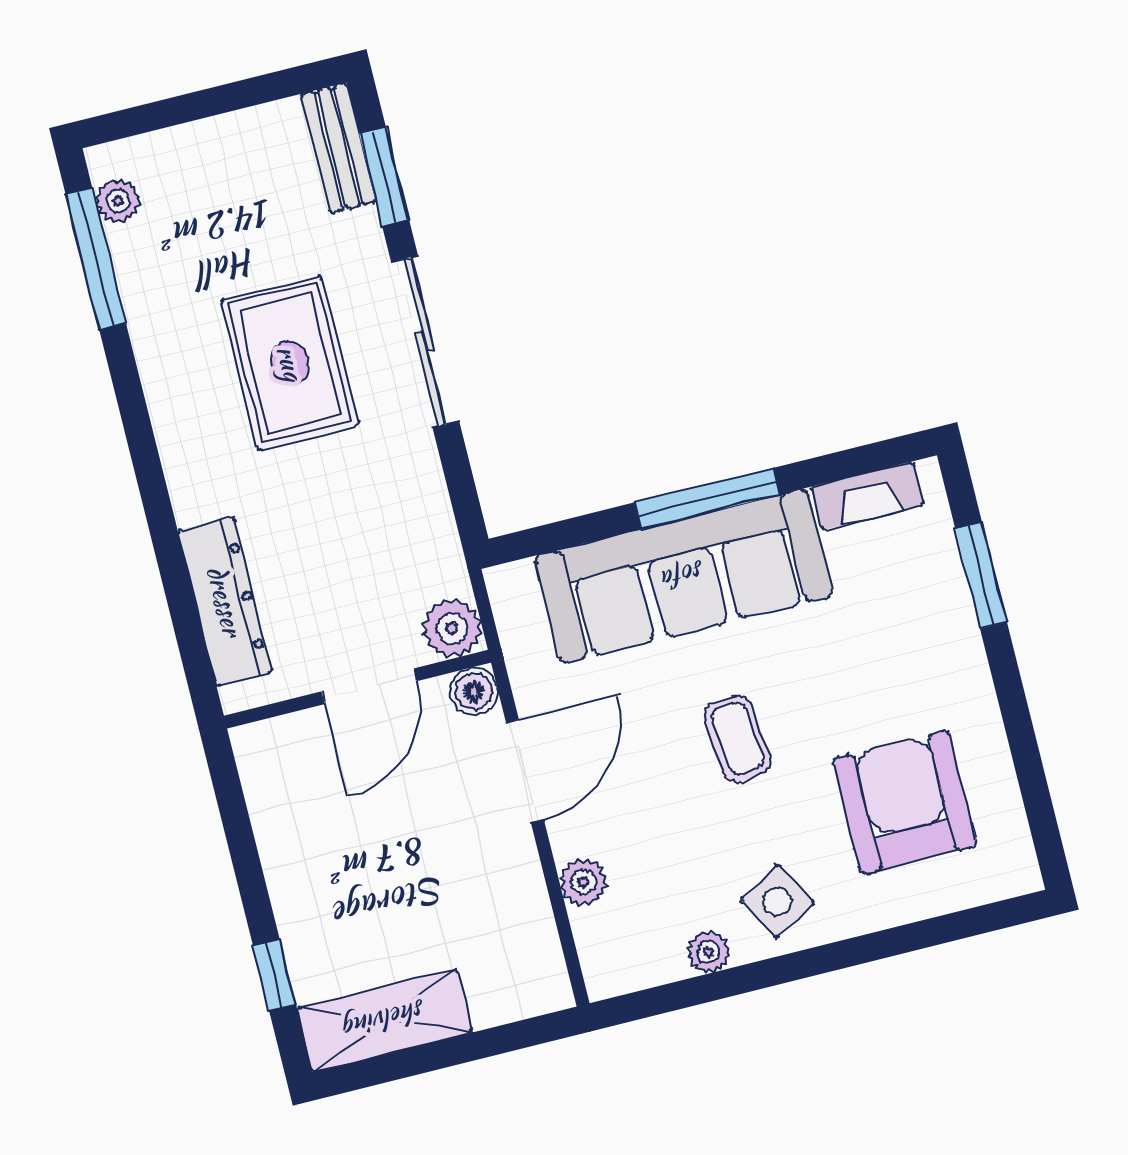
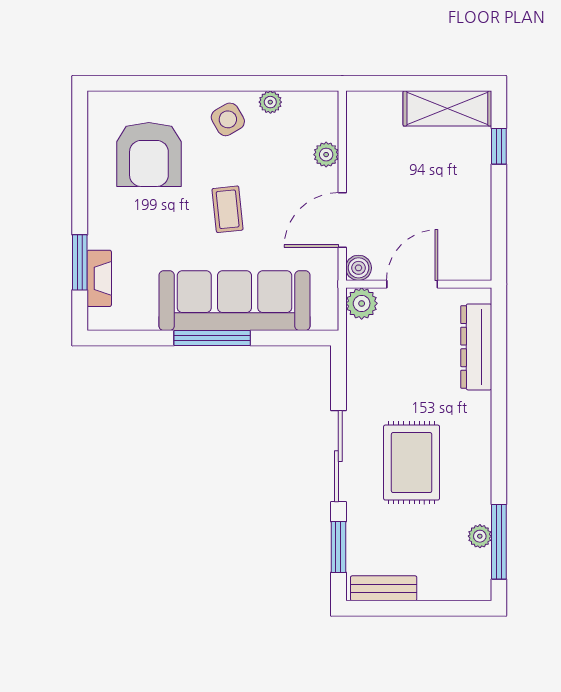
bench: (338, 148) -> (384, 588), moved, turned 90
plant: (118, 201) -> (480, 536), moved
fireplace: (868, 496) -> (99, 278), moved, turned 90

